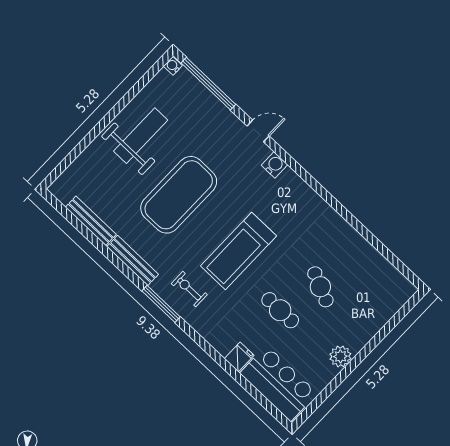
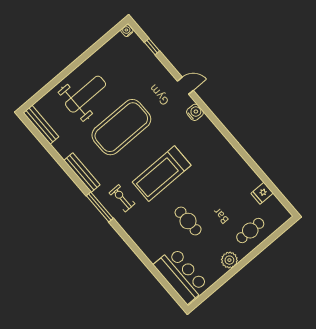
window: (208, 84) -> (152, 47), width x0.32
weight bench: (141, 136) -> (86, 94), moved
bench: (91, 221) -> (41, 125), moved
cafe table: (320, 287) -> (250, 230), moved, turned 66
fridge: (239, 357) -> (262, 193), moved, turned 180

